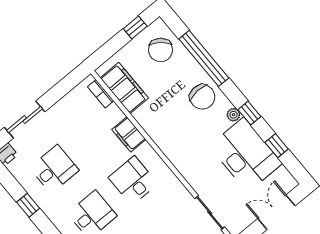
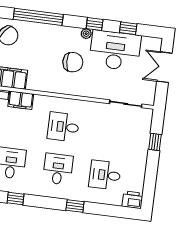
chair: (202, 97) -> (73, 62), moved
filing cabinet: (129, 134) -> (21, 100), moved

